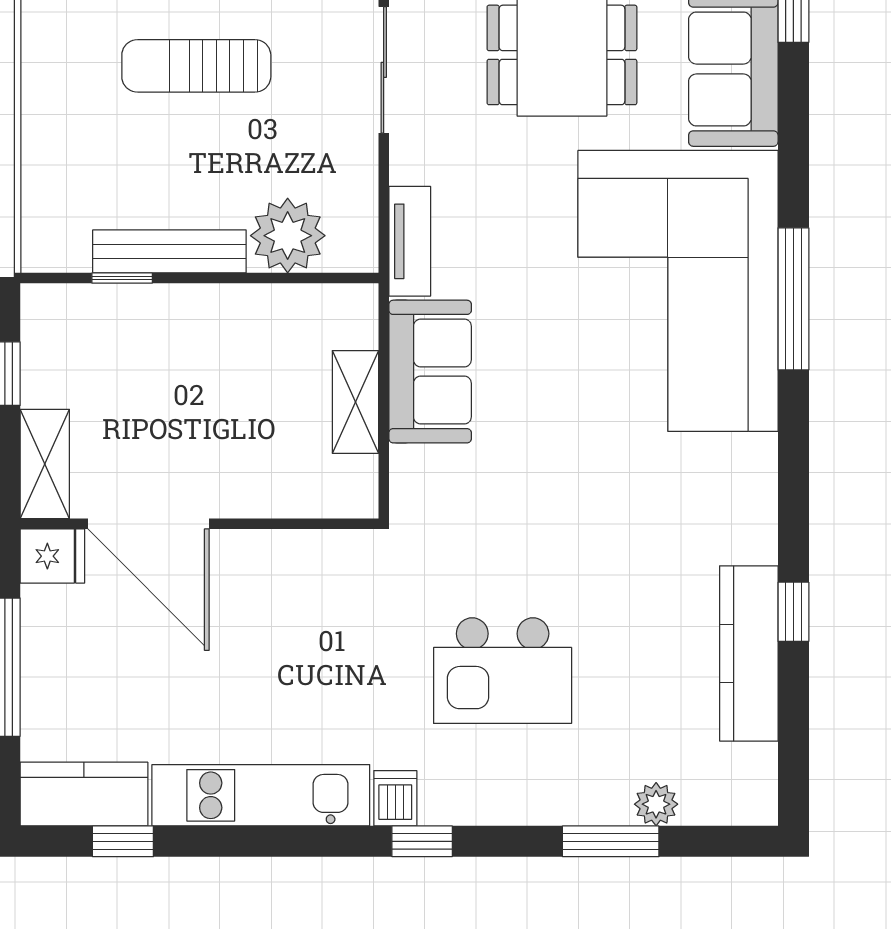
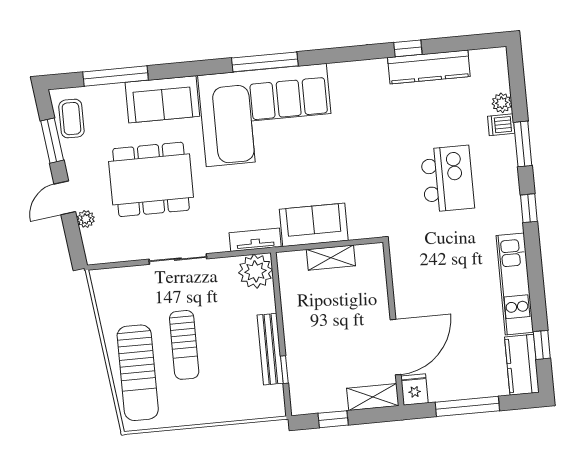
plant: (288, 236) -> (255, 271), moved
dishwasher: (395, 798) -> (501, 125), moved
window: (611, 841) -> (523, 144), moved

